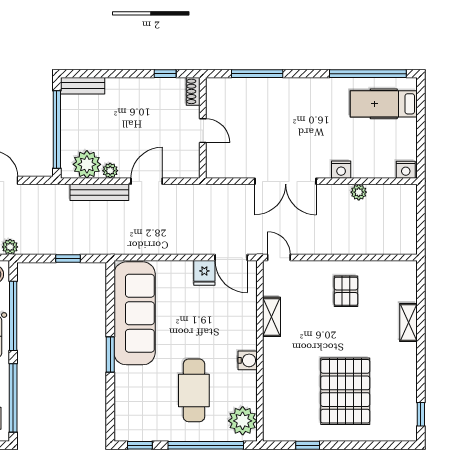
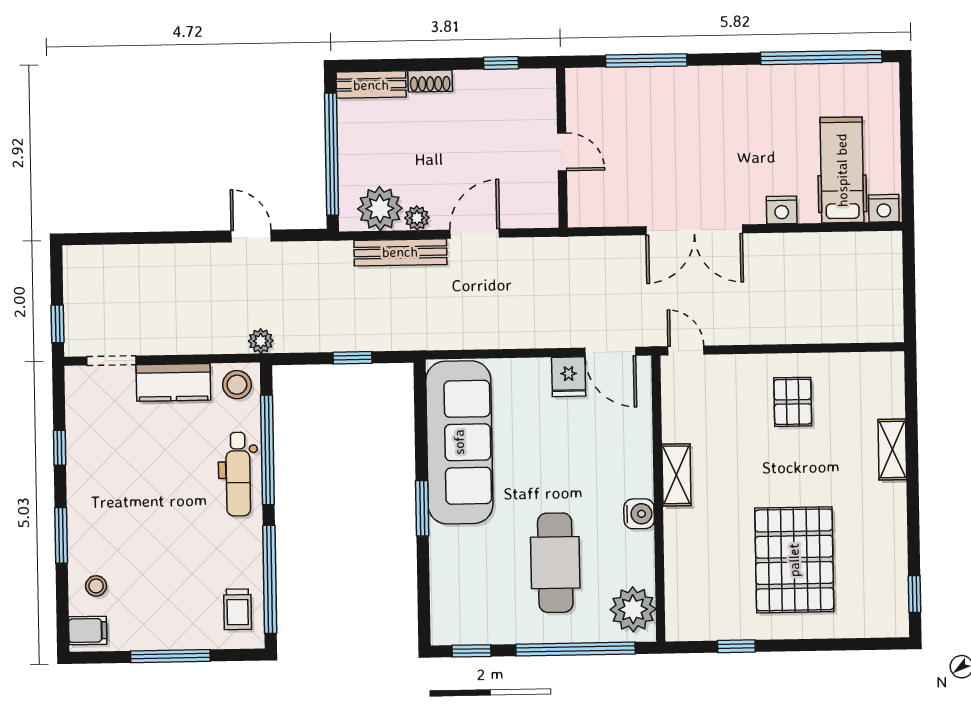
shoe rack: (193, 91) -> (430, 81), moved, turned -90
hospital bed: (384, 104) -> (842, 170), moved, turned 90
plant: (359, 192) -> (810, 245), removed
shelving: (272, 317) -> (676, 475), moved

